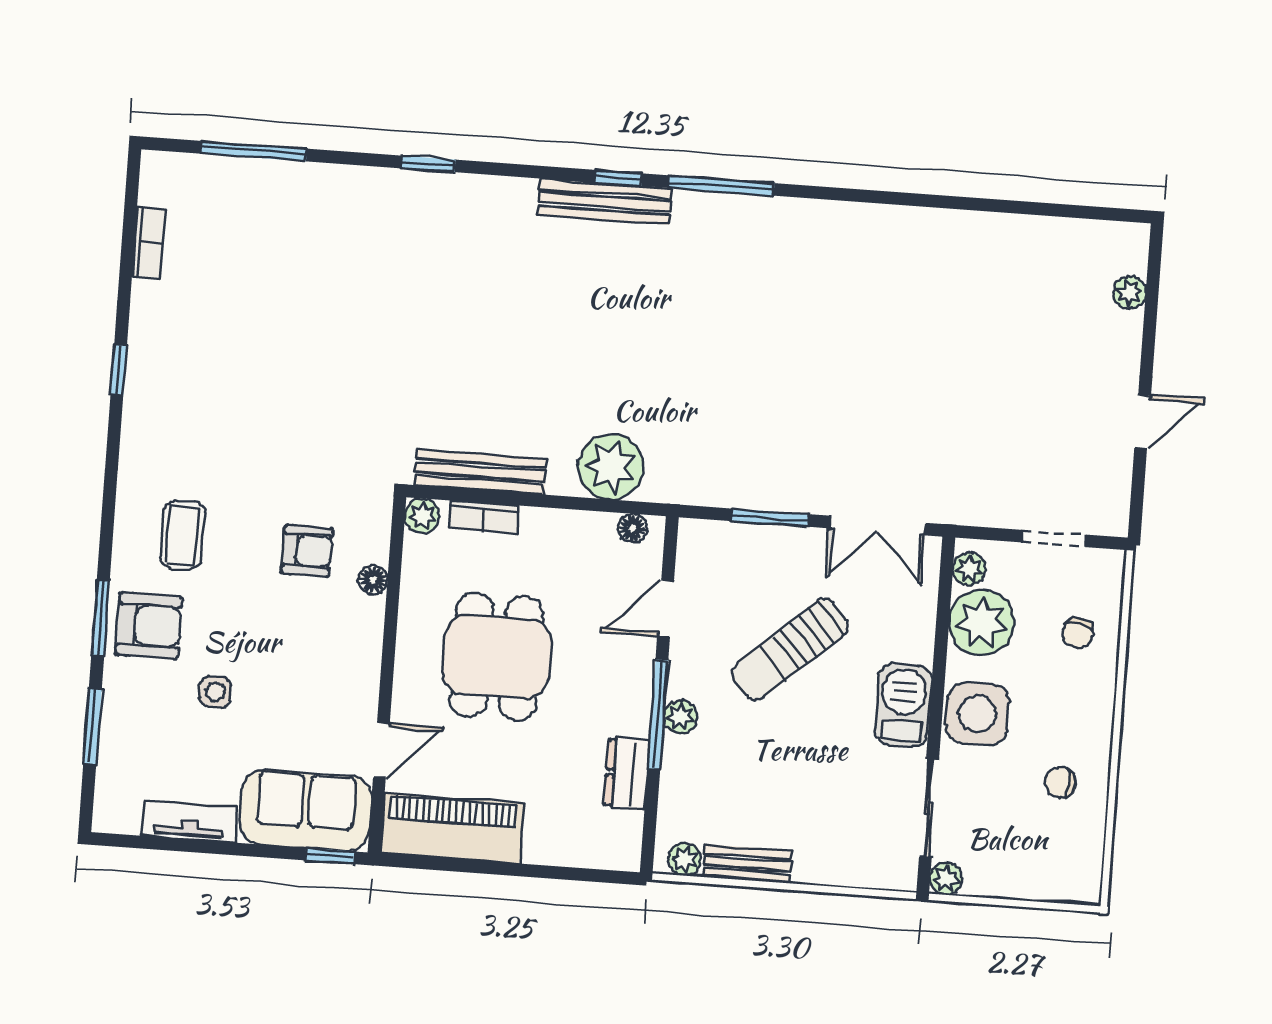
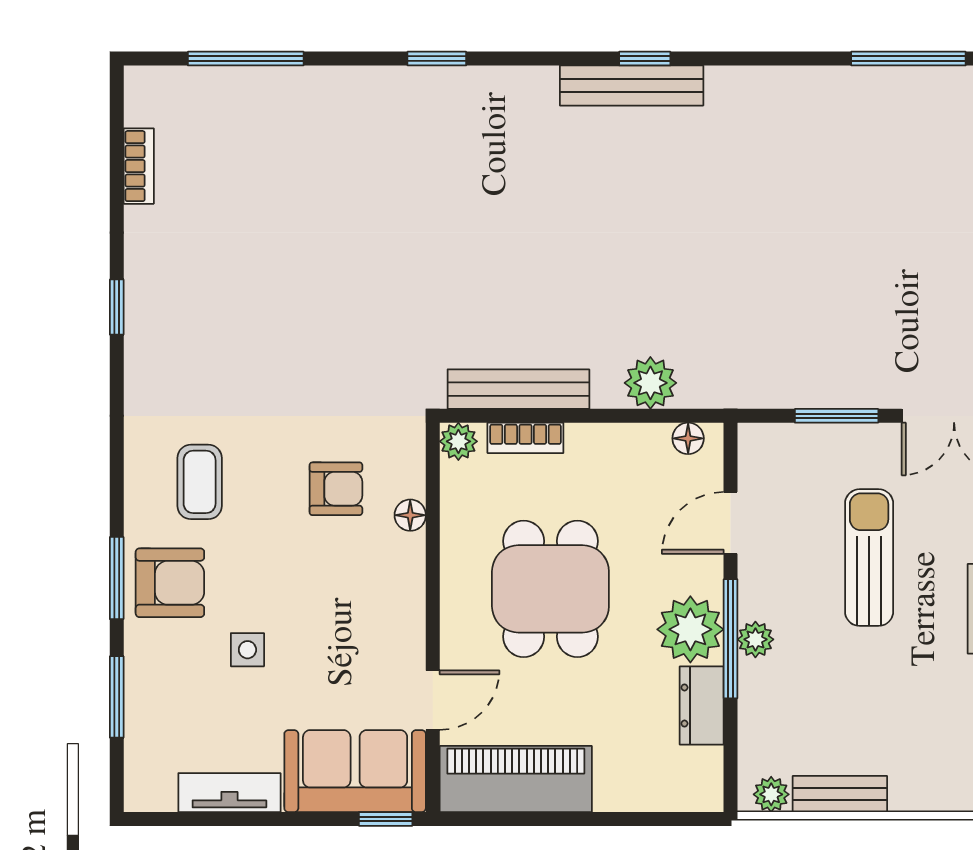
window: (722, 186) -> (908, 59), moved
plant: (611, 467) -> (650, 383), width x0.73, depth x0.73
sun lounger: (790, 649) -> (869, 558), turned 132
plant: (622, 703) -> (690, 629), added

